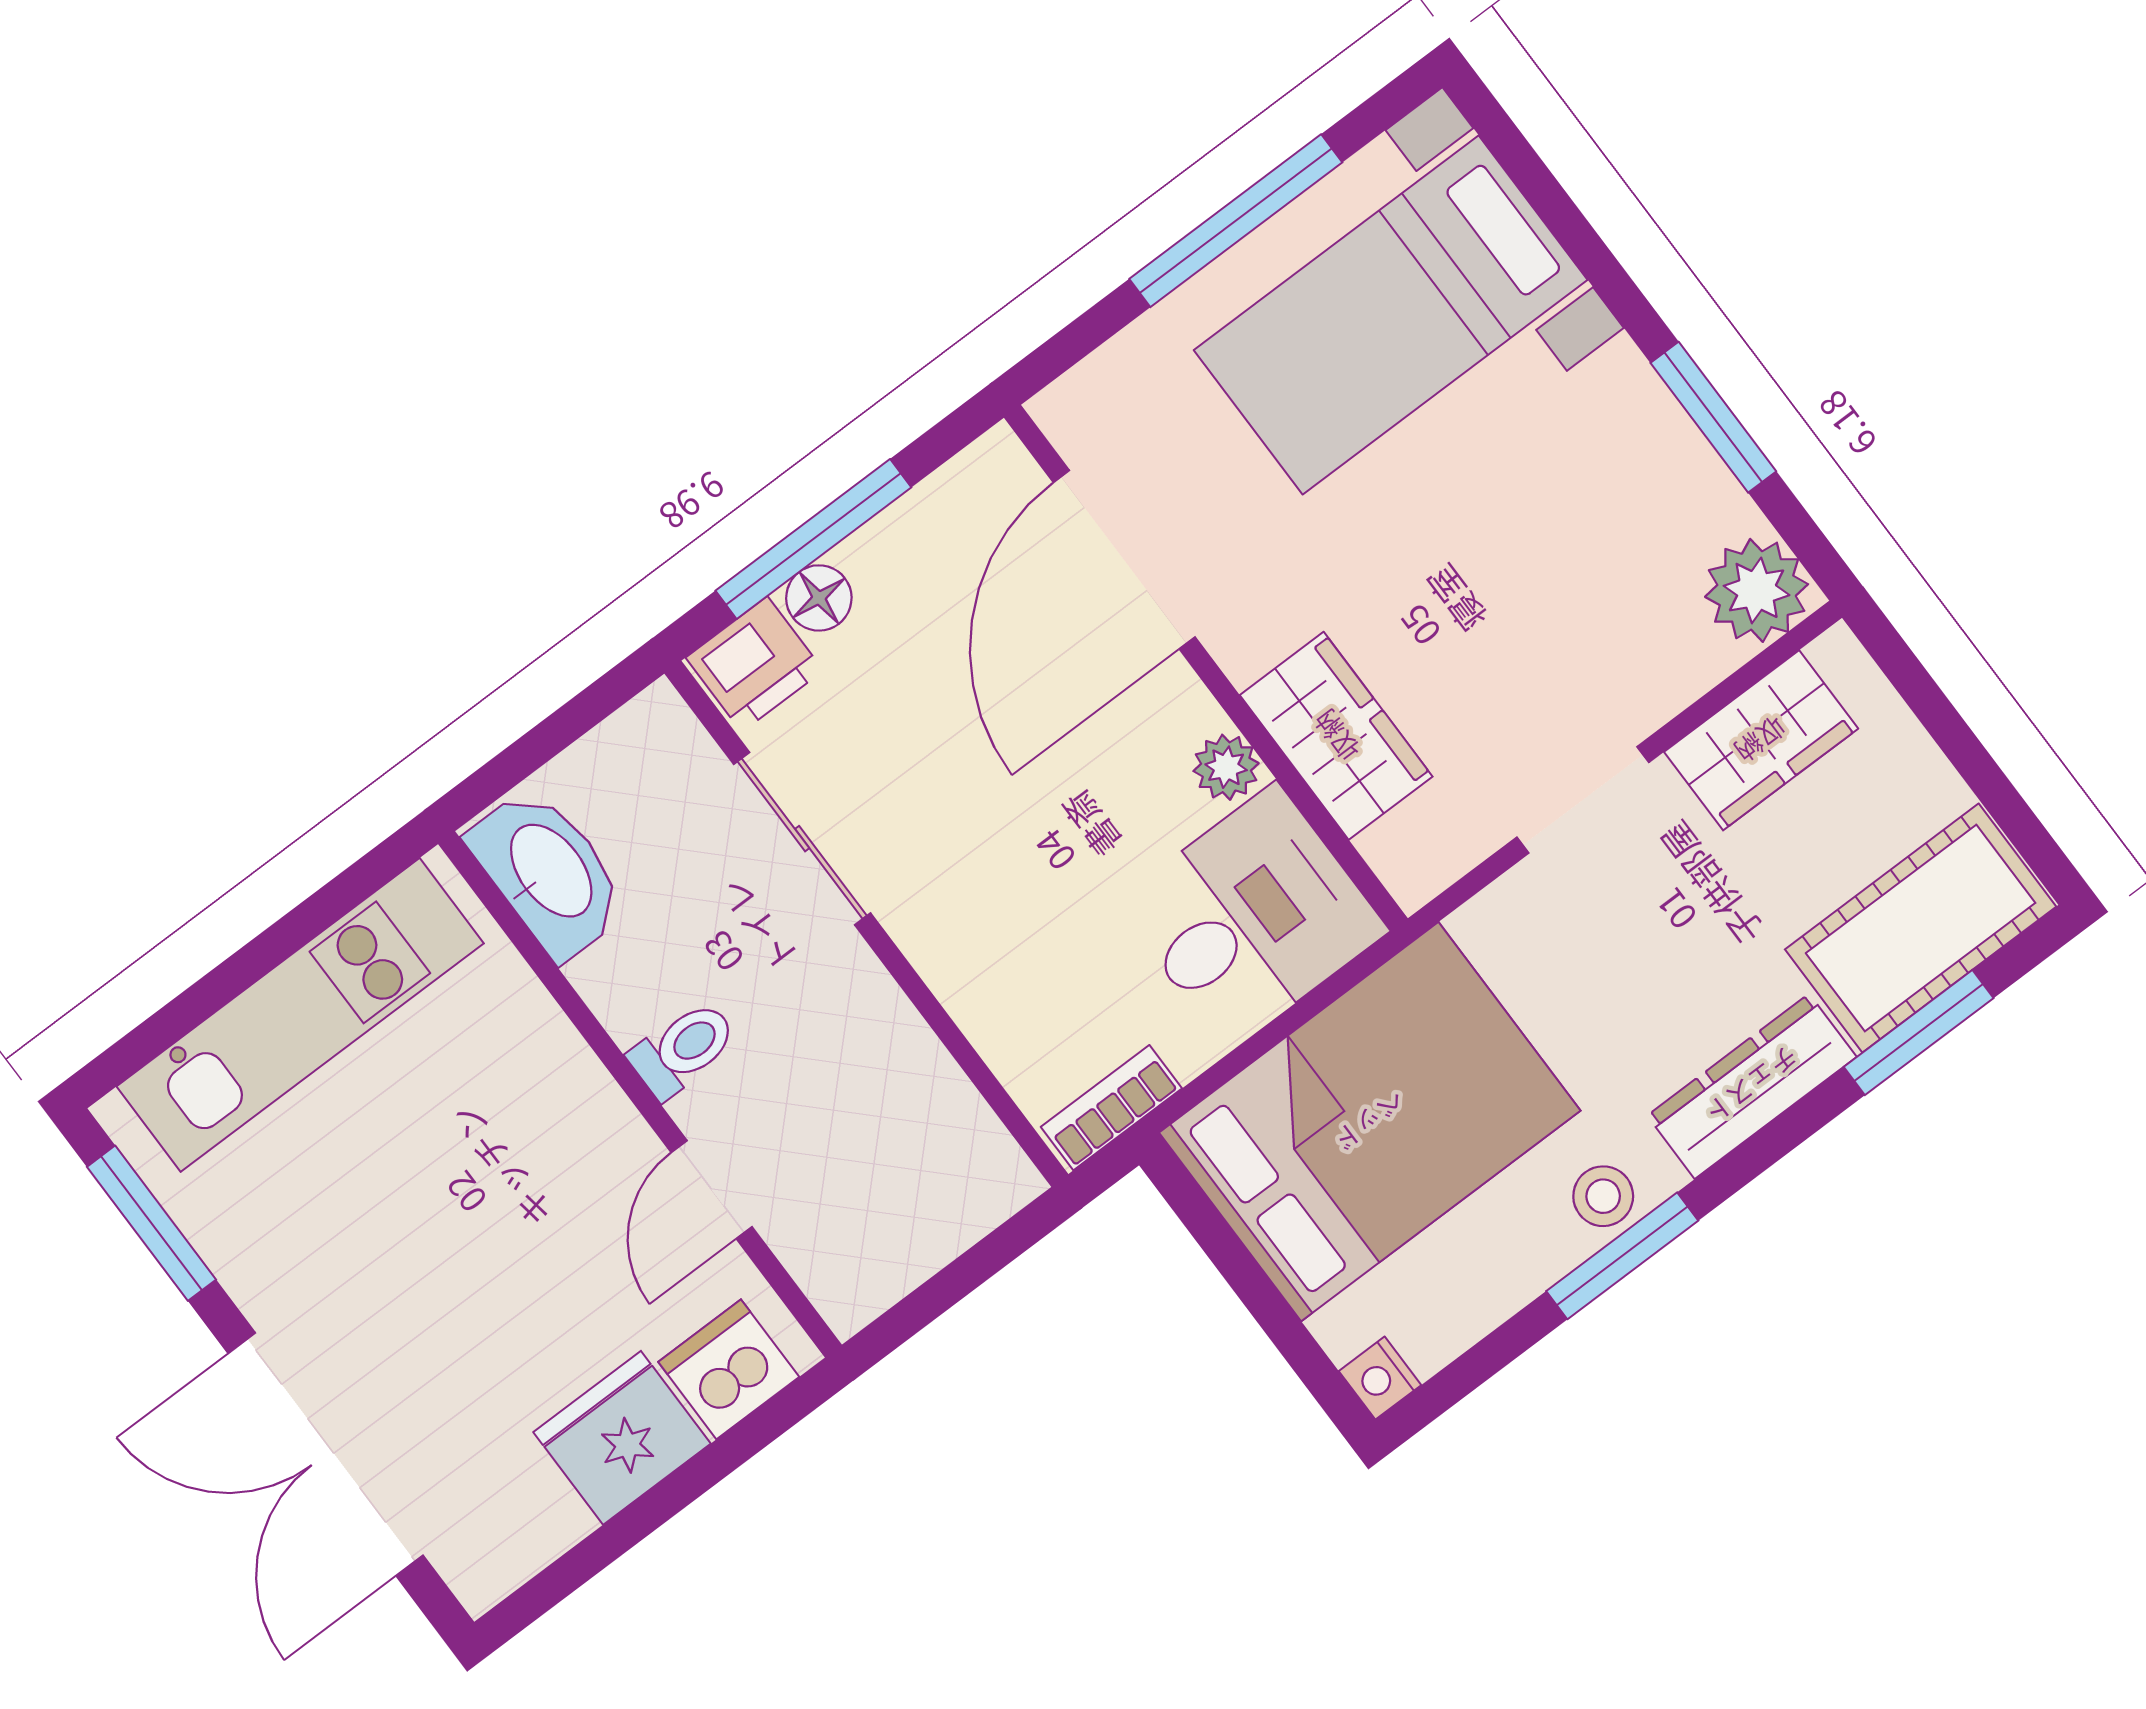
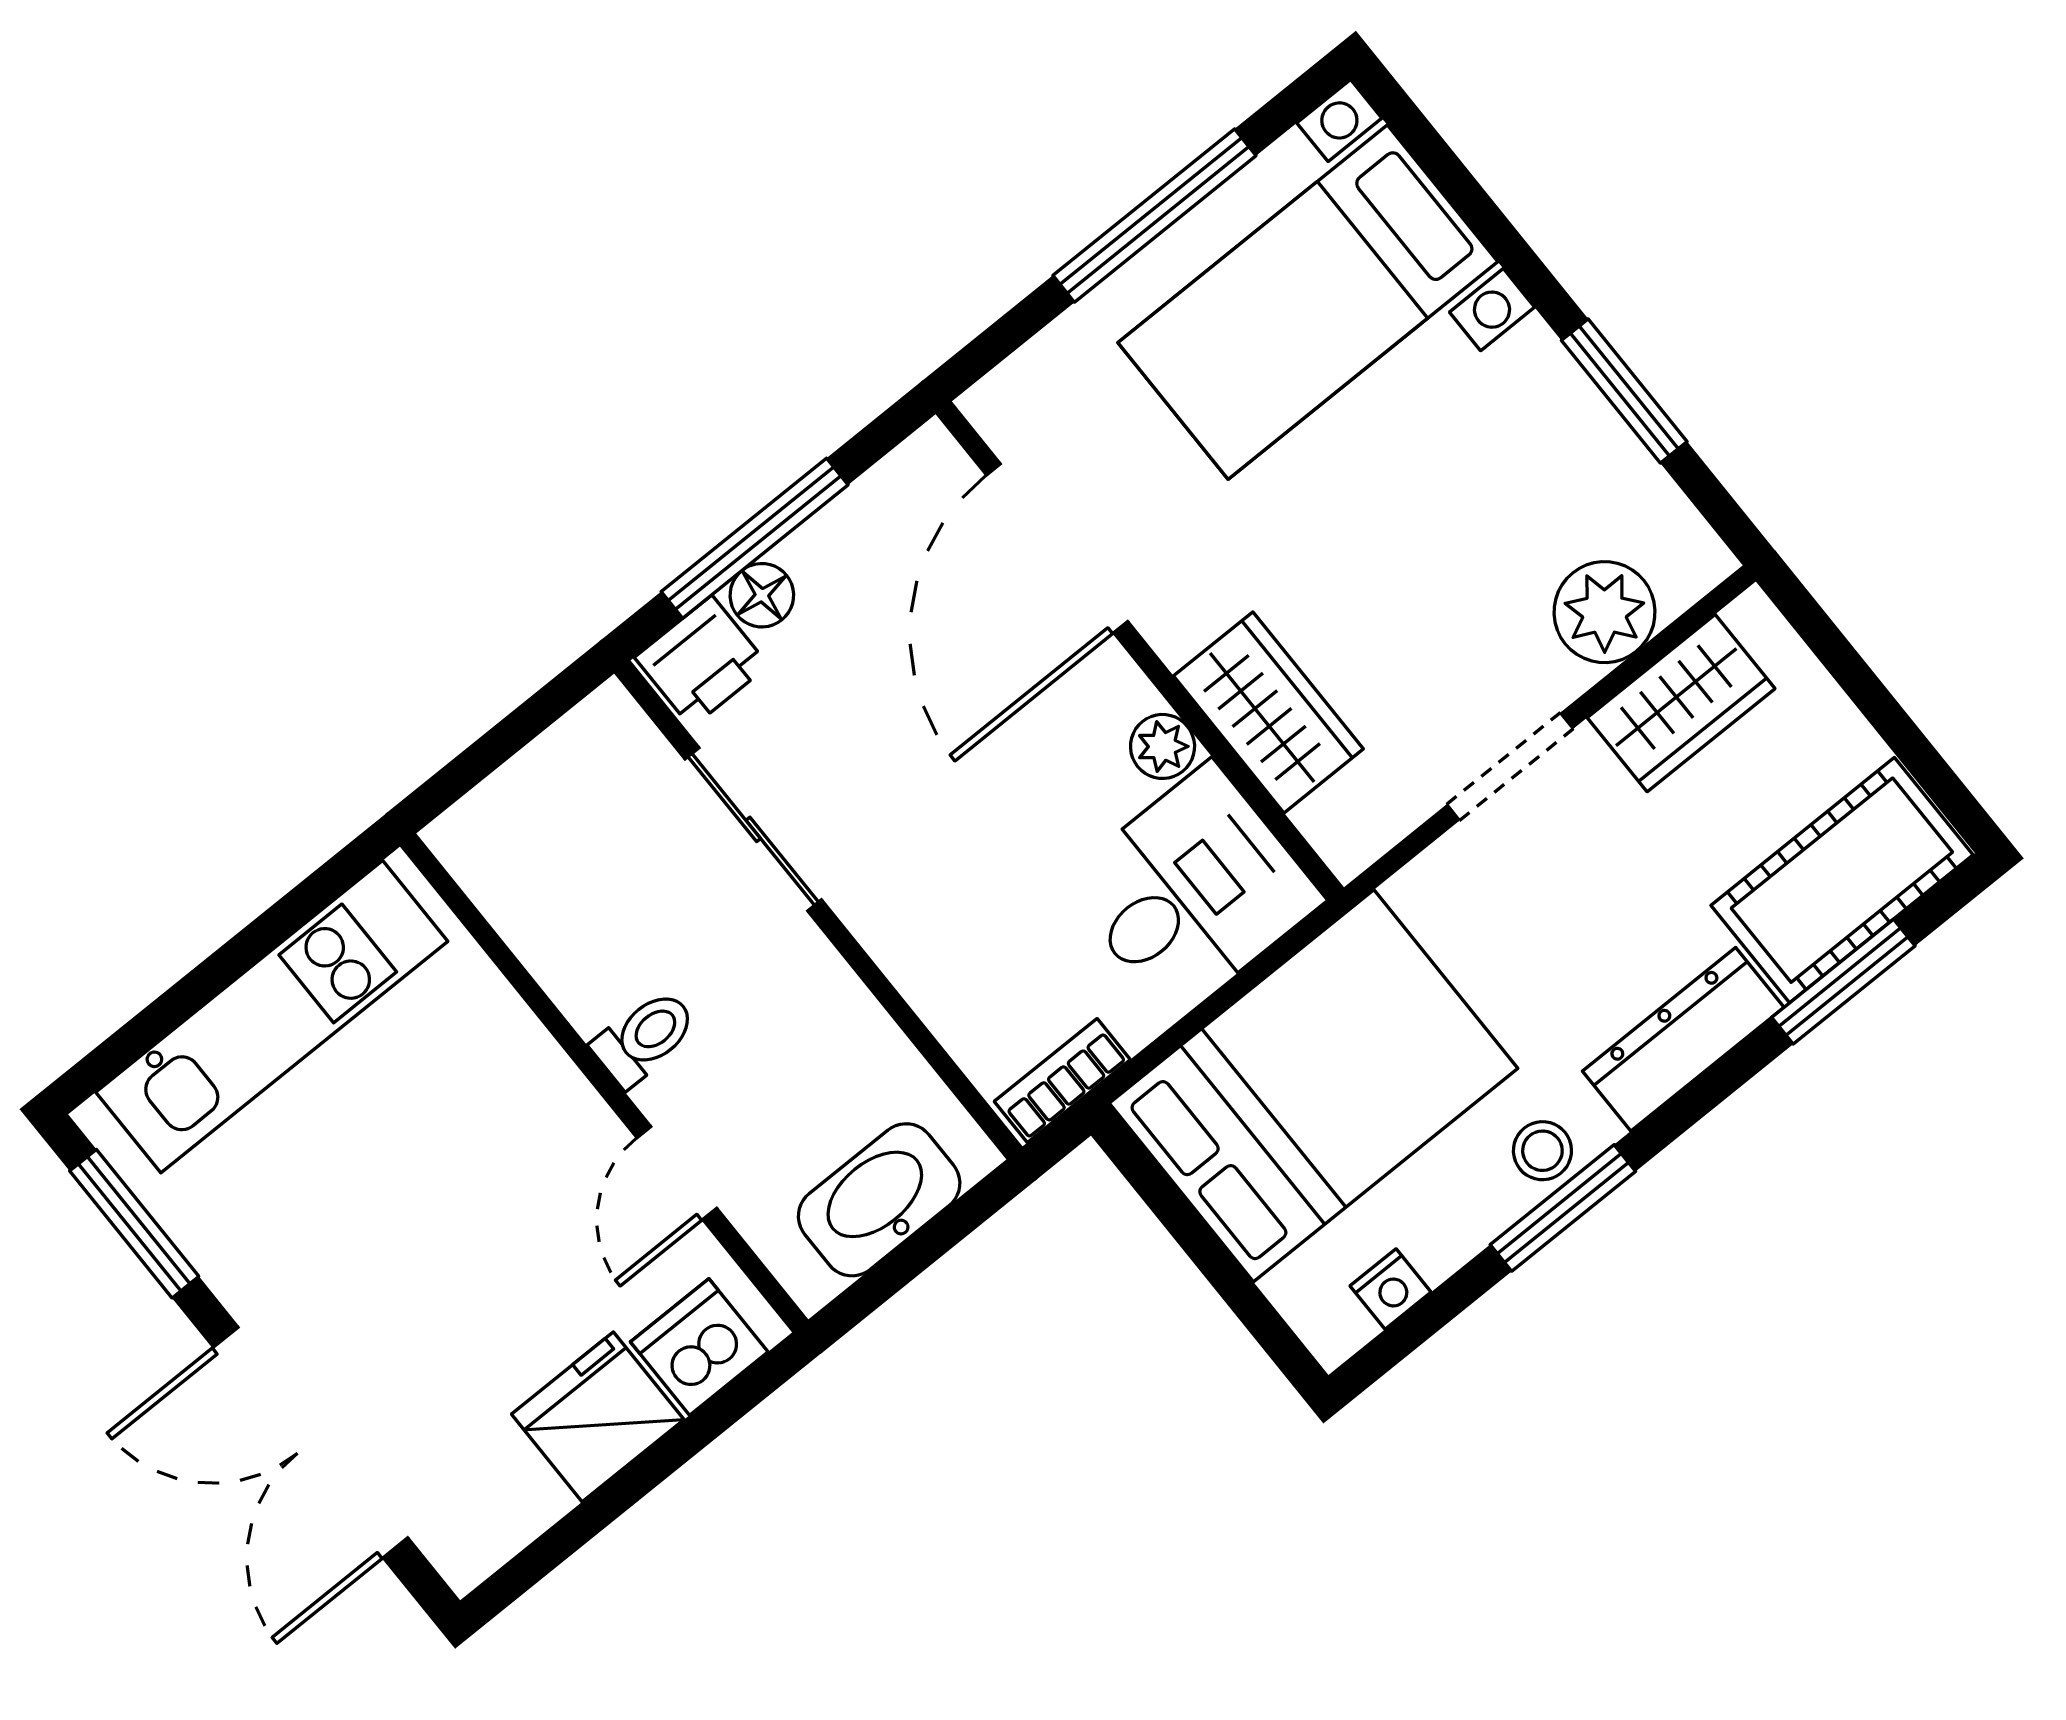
plant: (1757, 590) -> (1605, 612), moved
washbasin: (549, 872) -> (879, 1200), moved, turned -90
nightstand: (1380, 1378) -> (1391, 1289), moved, turned -90

